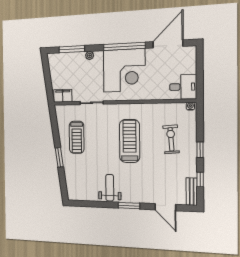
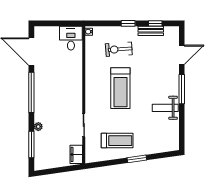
corner desk: (124, 70) -> (54, 93), removed
treadmill: (130, 141) -> (120, 88), turned -90
bench: (192, 192) -> (151, 31), moved
window: (129, 206) -> (182, 89), width x1.44

